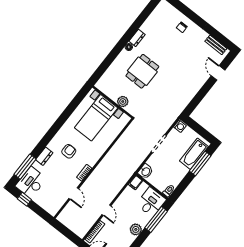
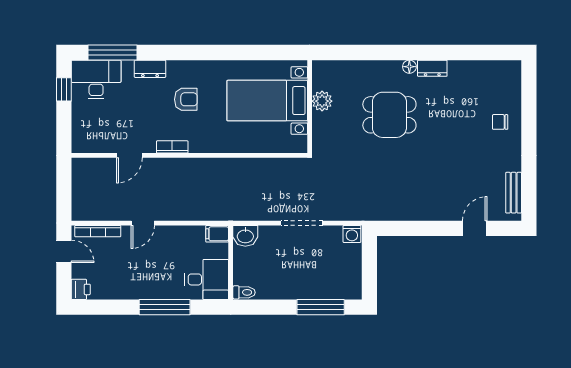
plant: (123, 102) -> (322, 101), moved
bathtub: (194, 154) -> (328, 287), removed
window: (156, 220) -> (165, 307), moved
plant: (136, 229) -> (148, 289), removed

